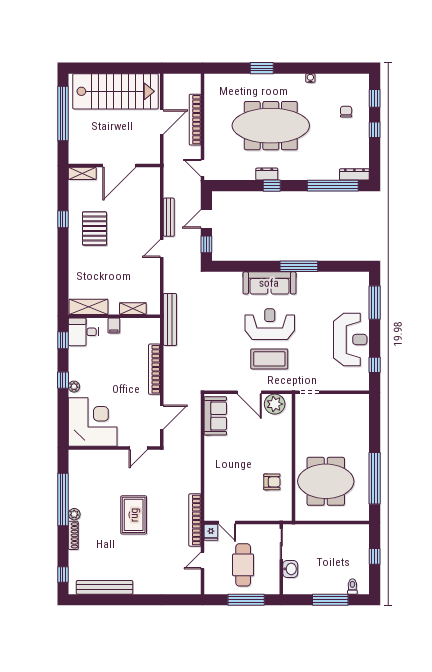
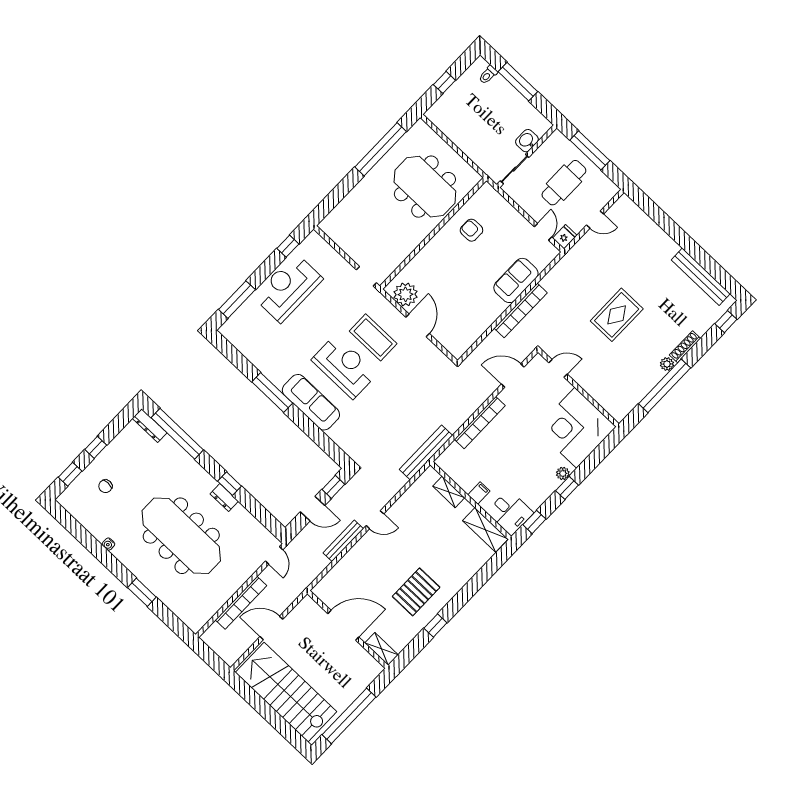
reception desk: (270, 324) -> (344, 367), turned 180
sofa: (215, 416) -> (516, 280), moved
bookcase: (195, 520) -> (521, 310), moved

